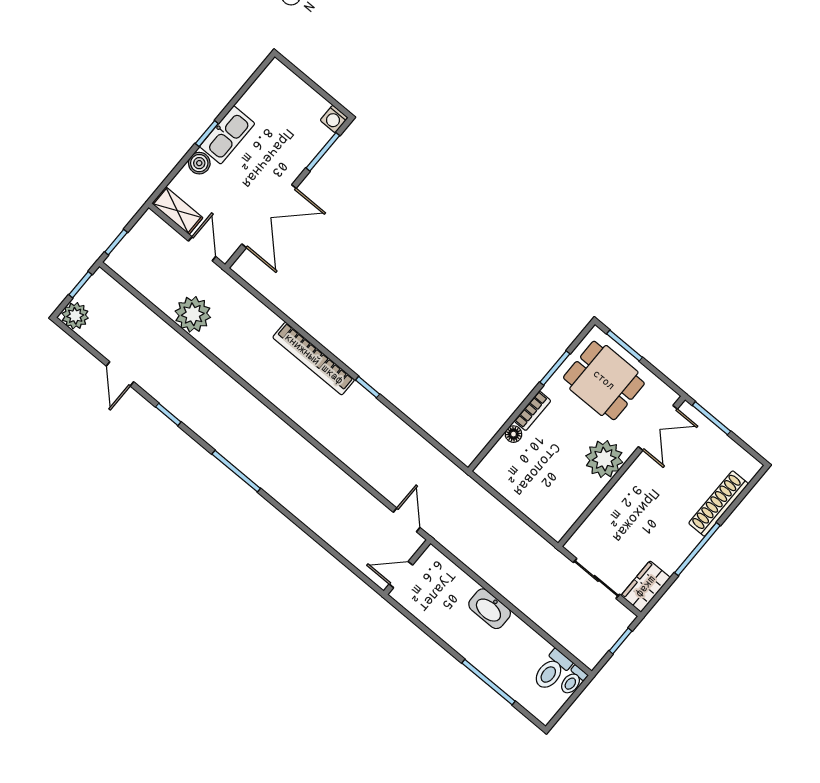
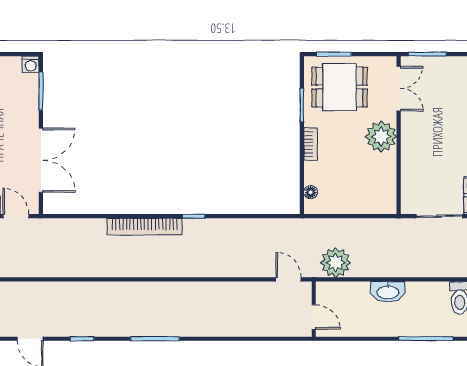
plant: (193, 314) -> (336, 263), moved
floor lamp: (513, 434) -> (311, 192), moved
door: (401, 575) -> (314, 317), swing flipped

